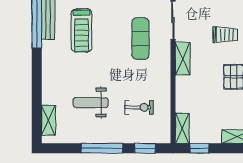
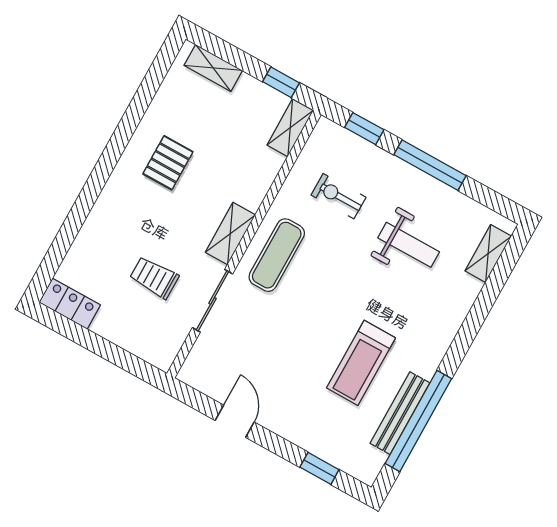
treadmill: (82, 30) -> (361, 363), turned 180
trolley: (225, 35) -> (154, 277), moved
exercise mat: (141, 39) -> (277, 255), moved

